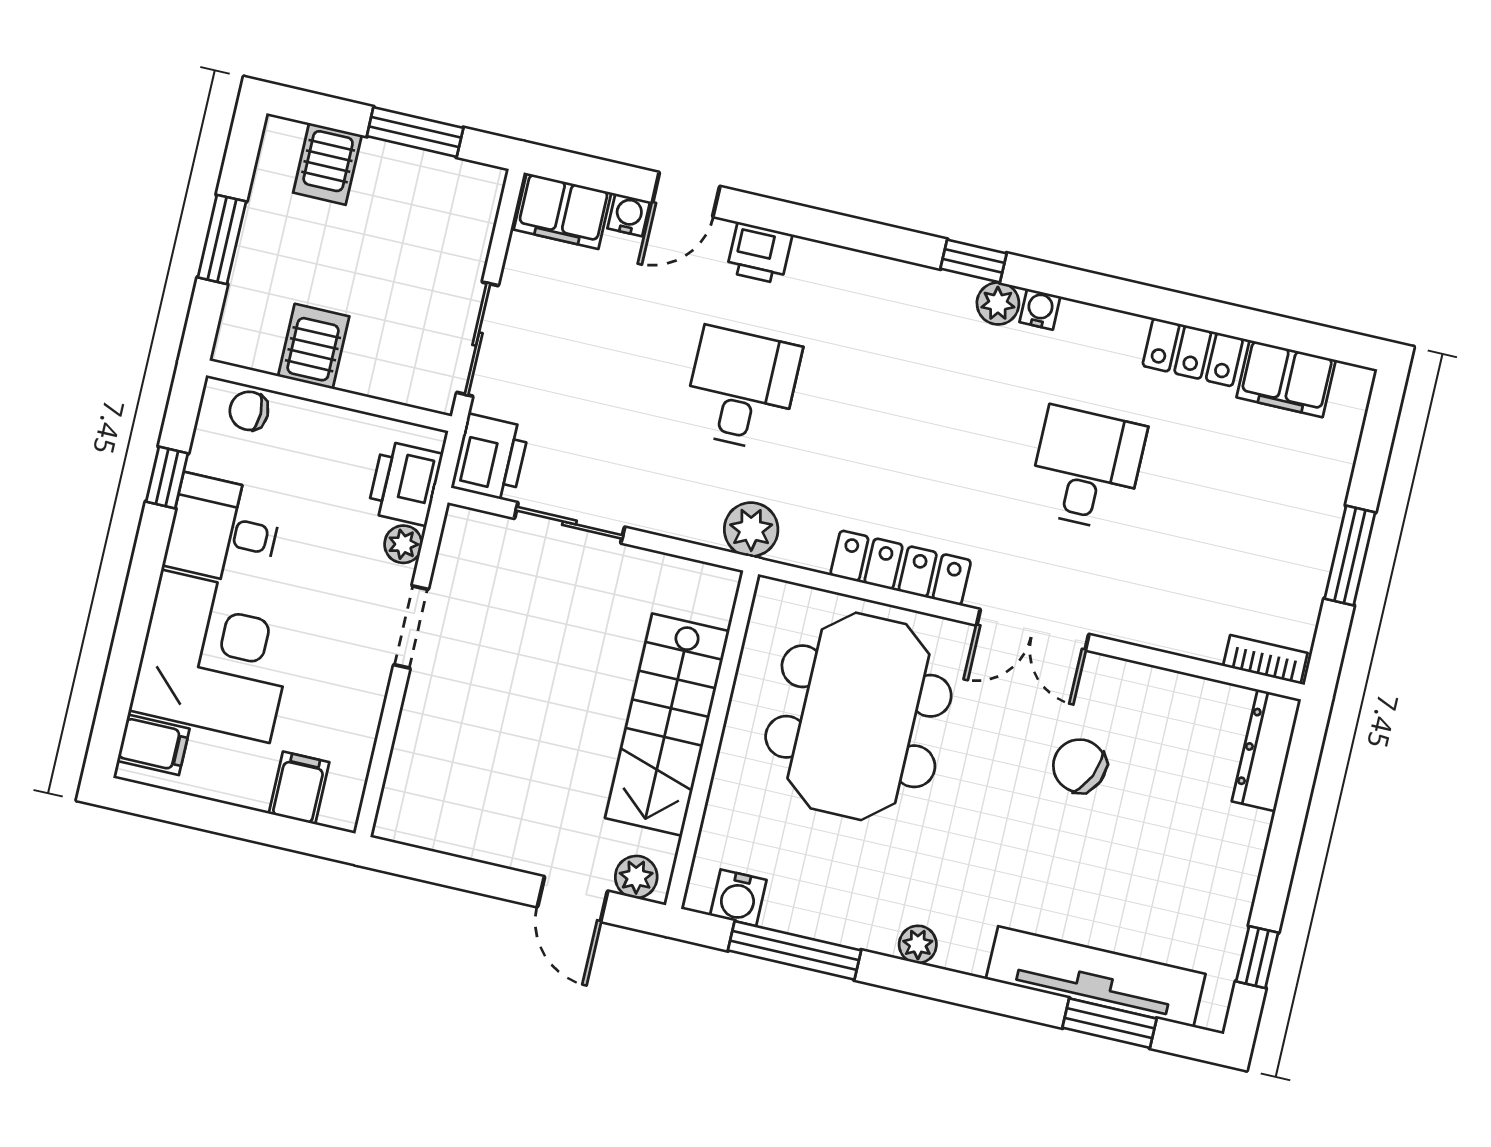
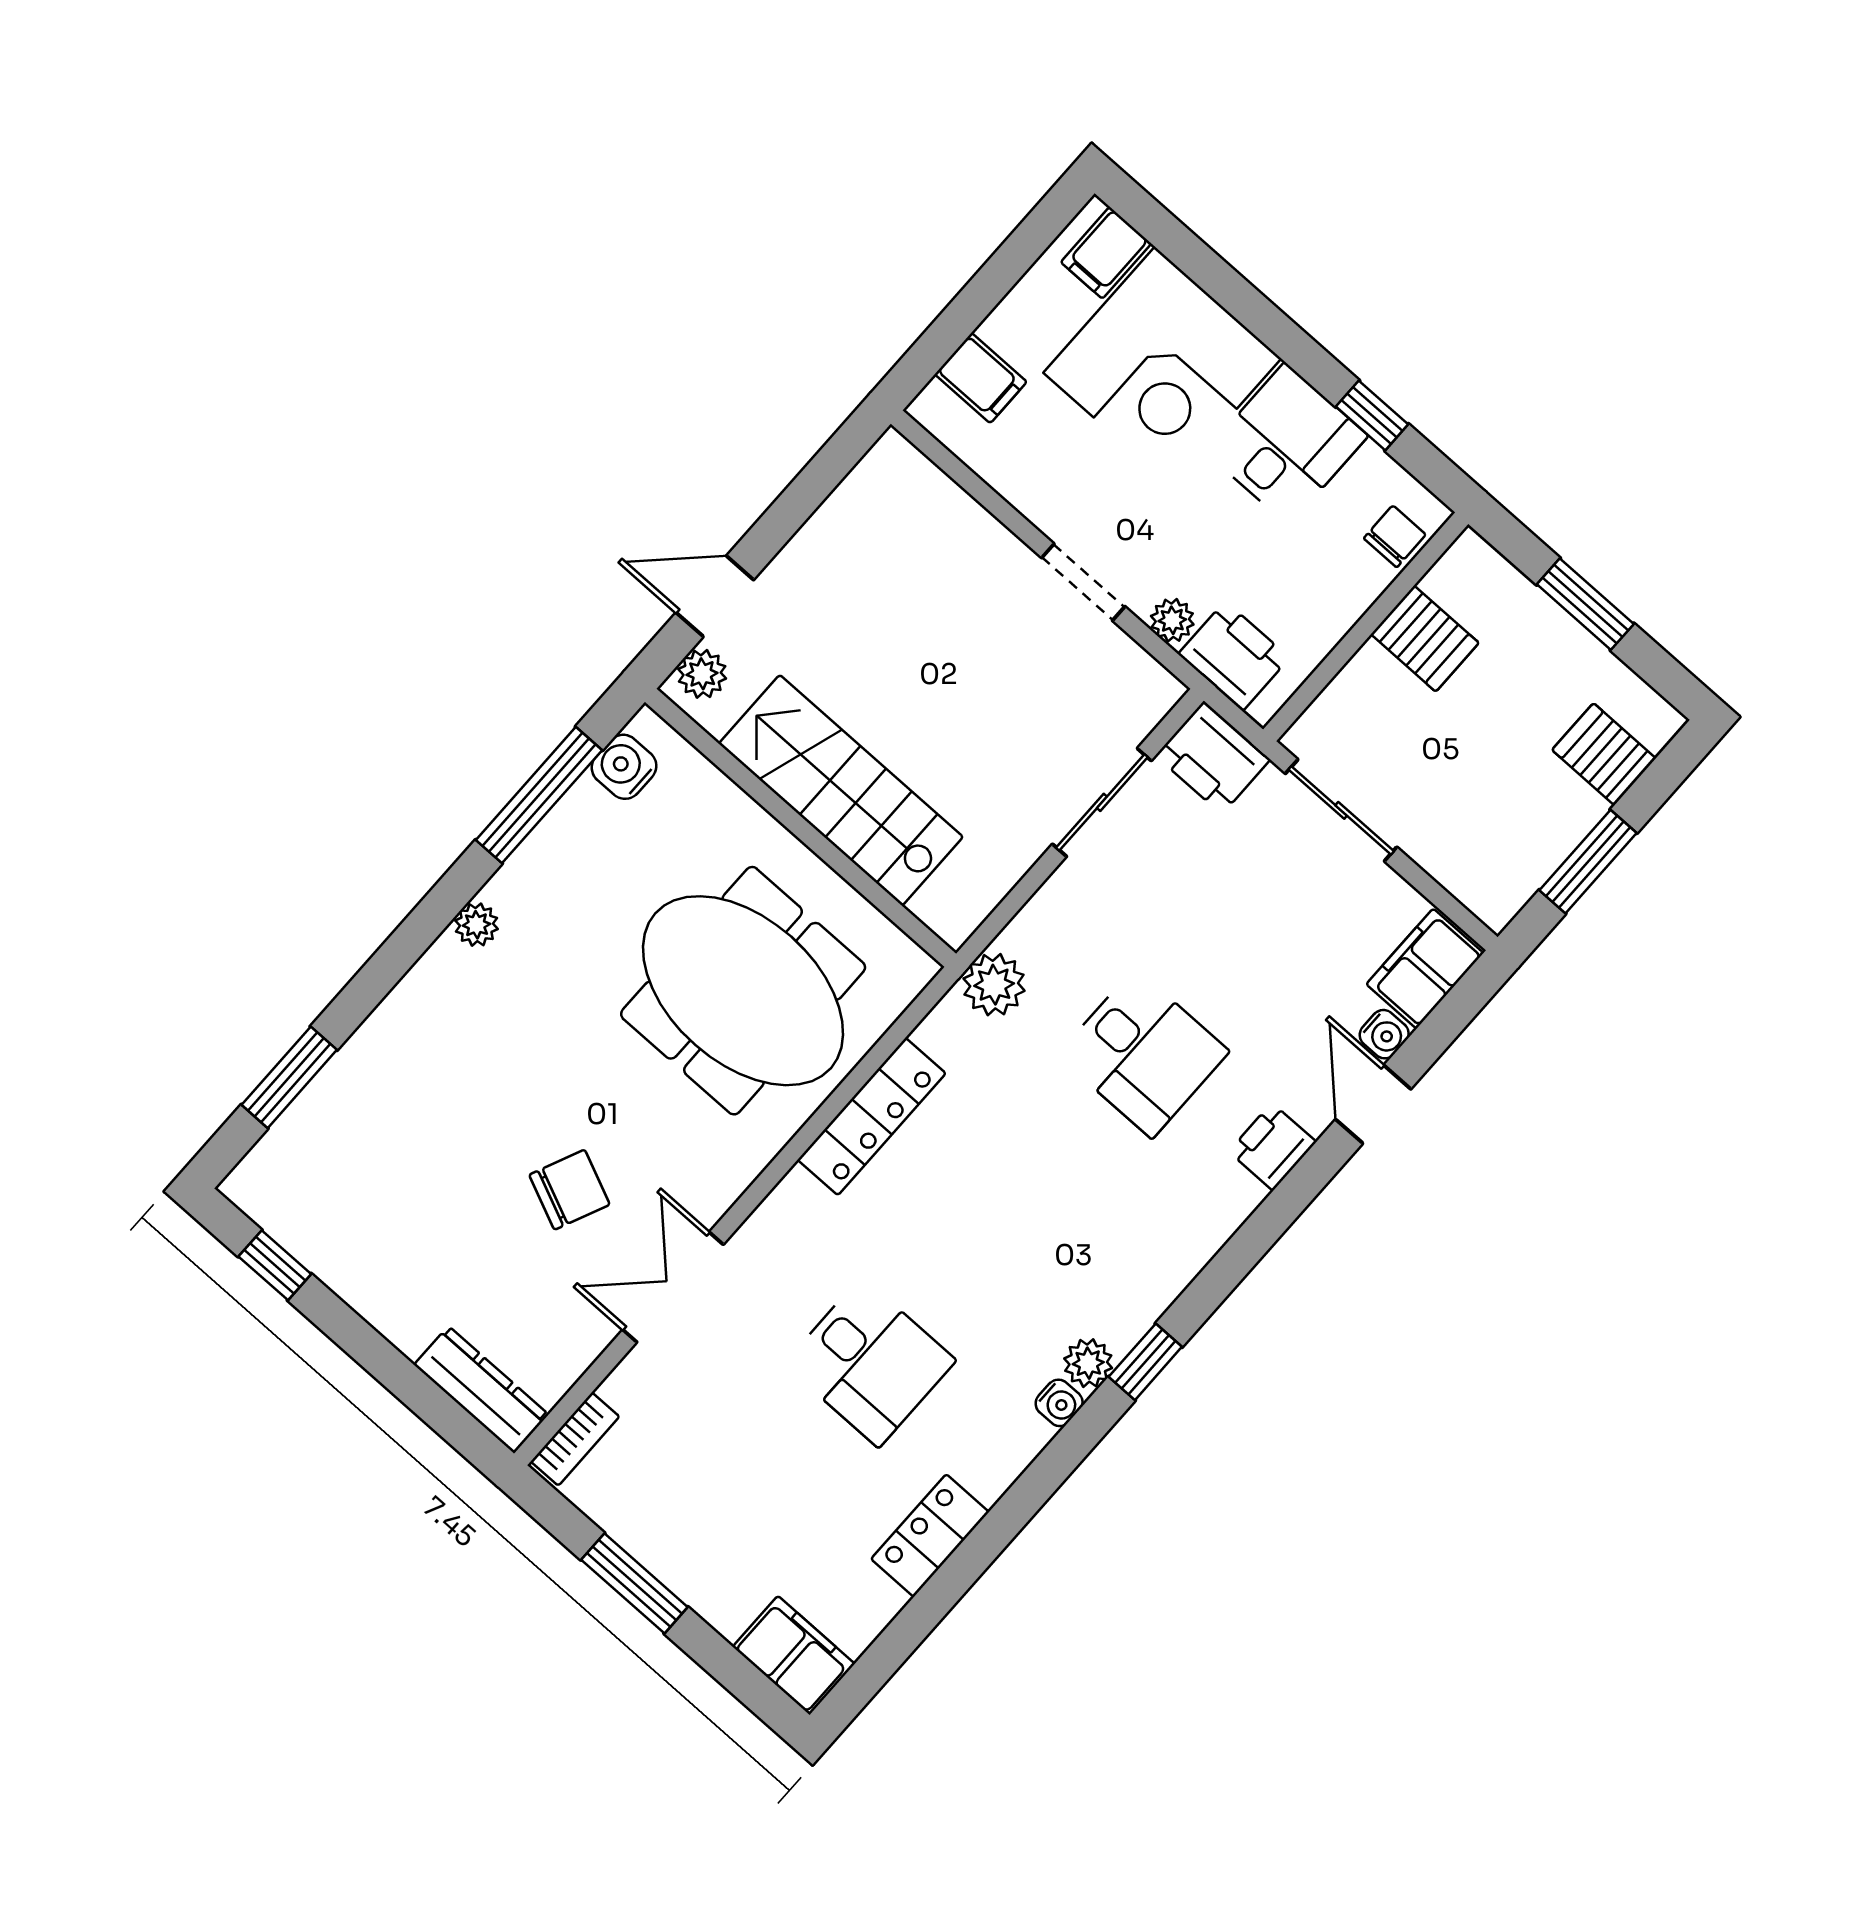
filing cabinet: (1286, 379) -> (794, 1655), moved, turned 90
double door: (1033, 630) -> (673, 1287), moved
tv unit: (1096, 977) -> (345, 1089), removed

